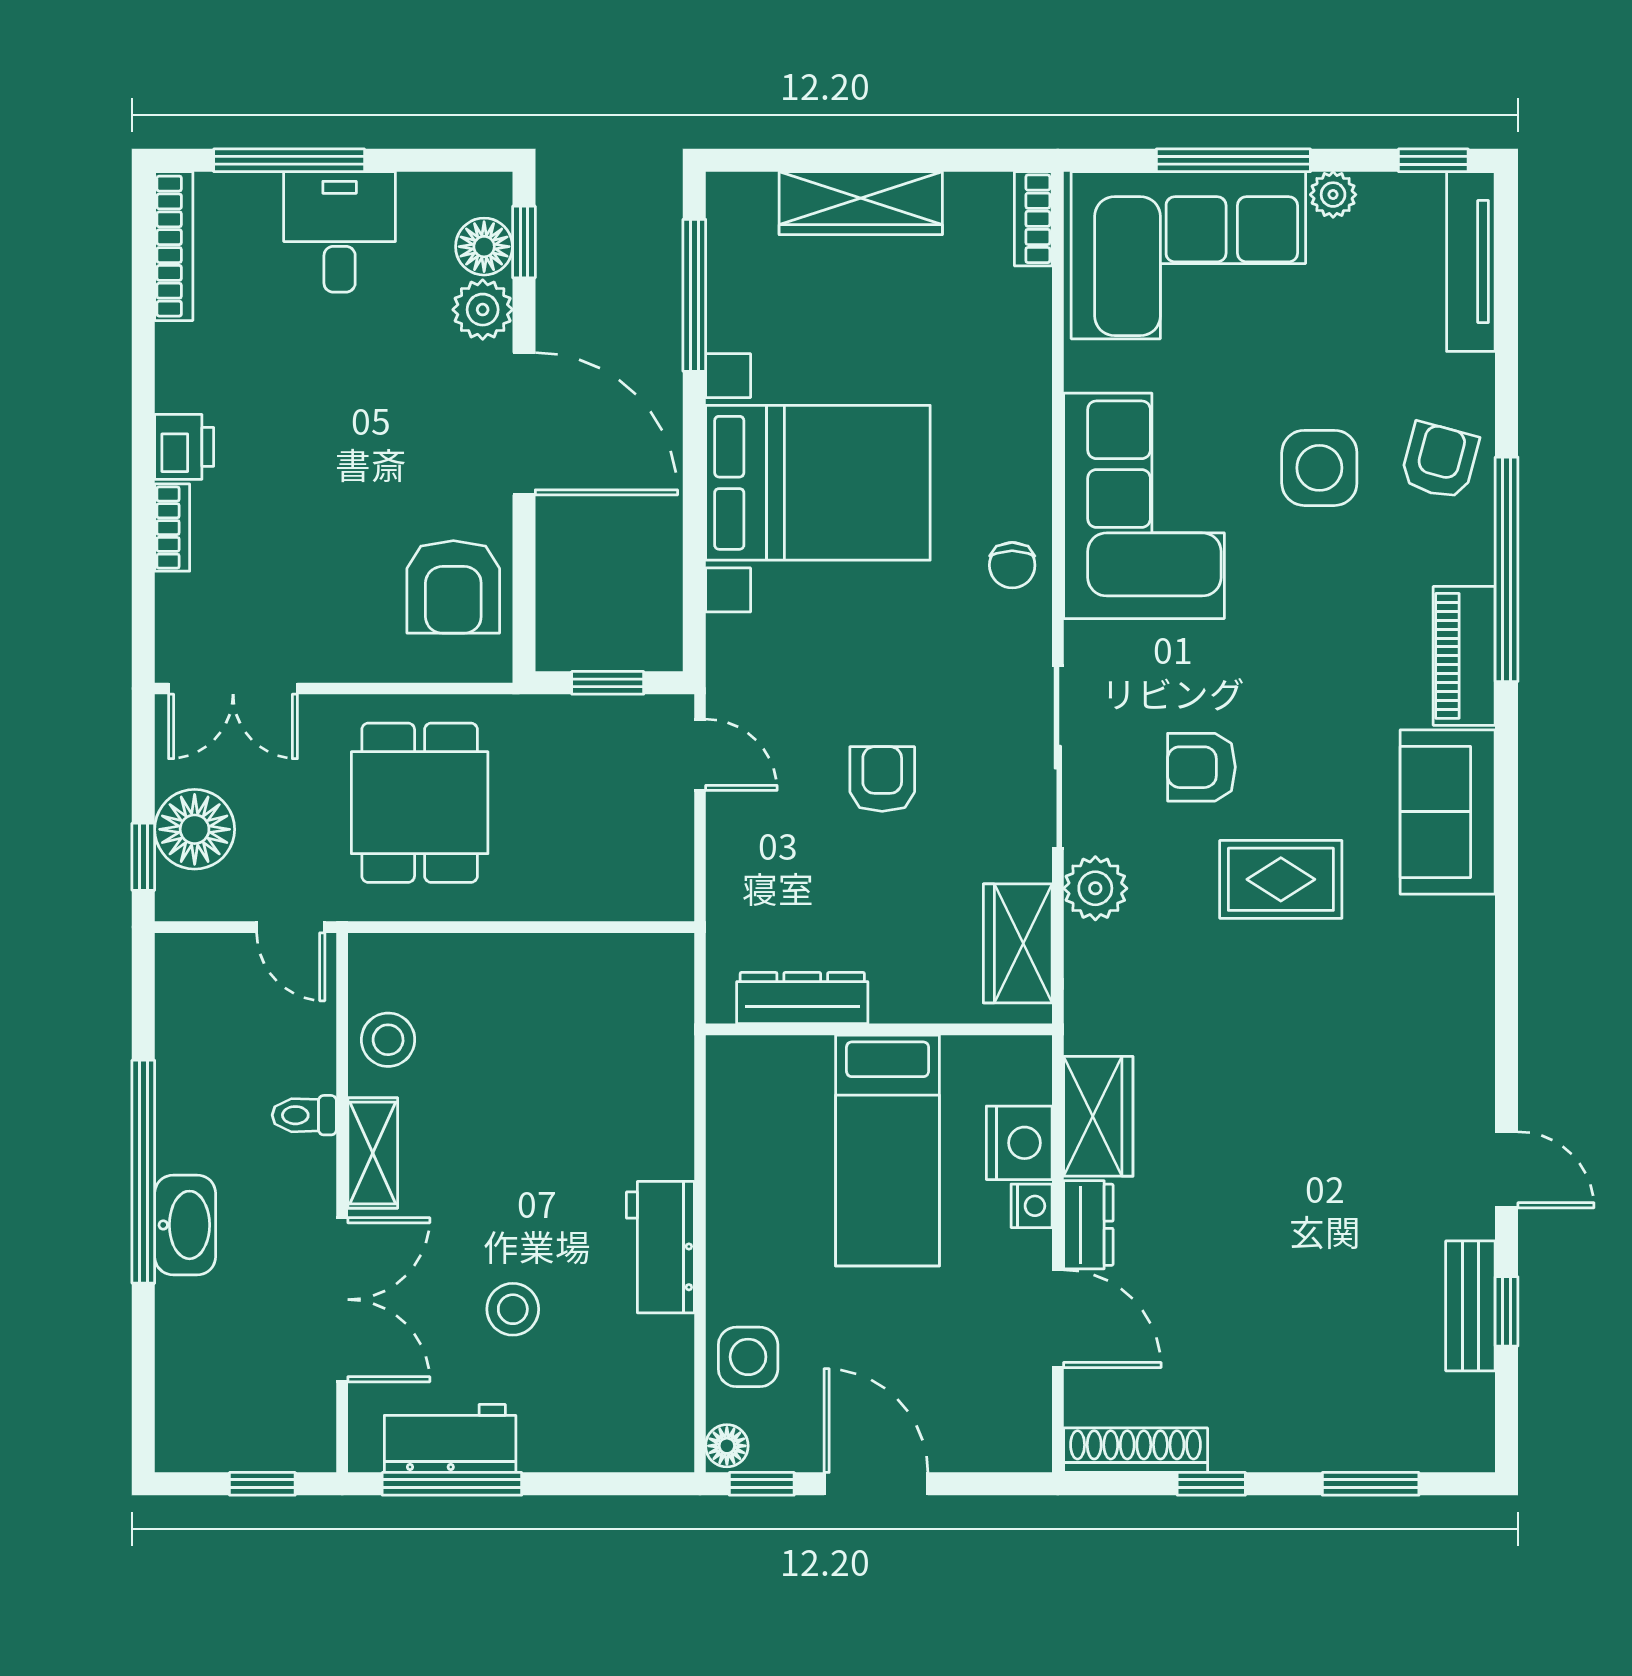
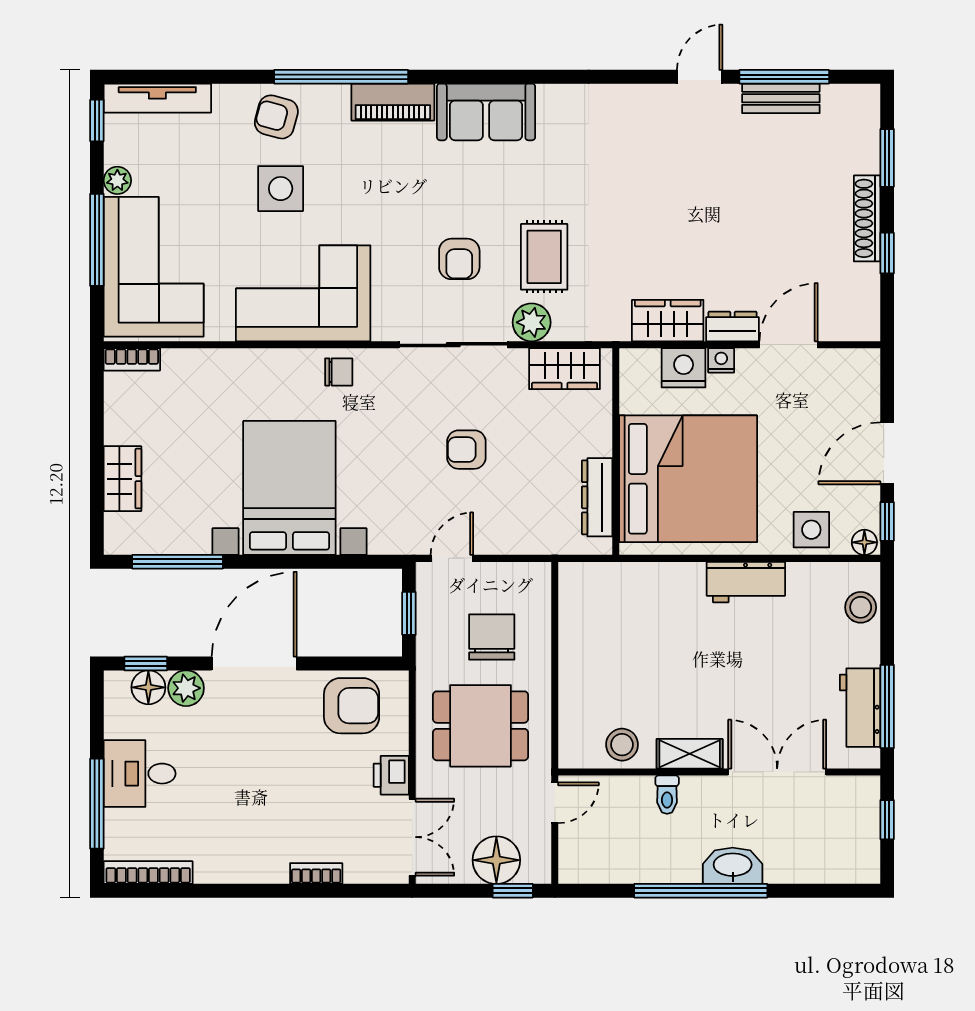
wardrobe: (861, 203) -> (123, 479), width x0.67
printer: (184, 447) -> (391, 775), moved, turned -90
chair: (568, 822) -> (492, 637), added
rug: (1281, 879) -> (544, 257), moved
bed: (888, 1150) -> (688, 479), width x2.04
stool: (513, 1309) -> (861, 607), moved
window: (1507, 1311) -> (784, 77), width x2.17
shoe rack: (1136, 1450) -> (867, 218), moved

